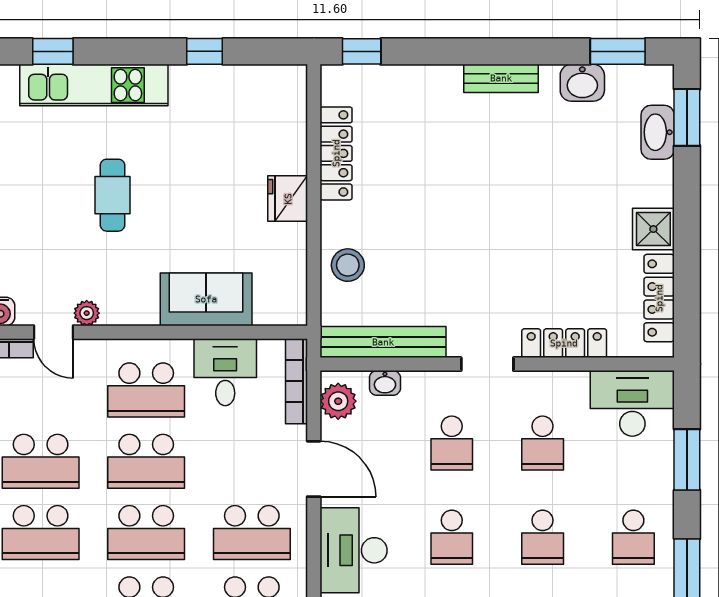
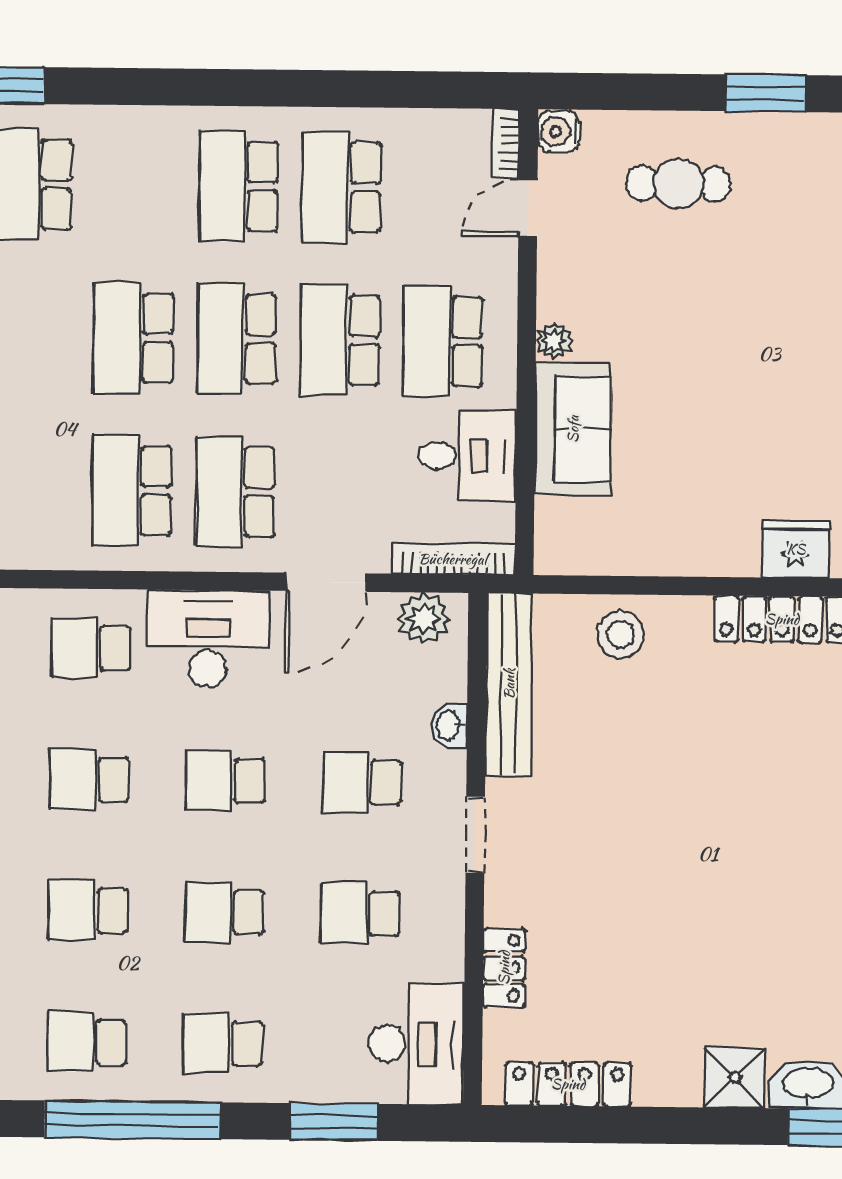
cafe table: (113, 195) -> (679, 183), moved
fridge: (288, 199) -> (796, 549), moved
shower: (653, 229) -> (735, 1078), moved
plant: (87, 313) -> (554, 341), moved
locker: (564, 343) -> (504, 968), width x0.66
washbasin: (385, 383) -> (449, 725), moved

